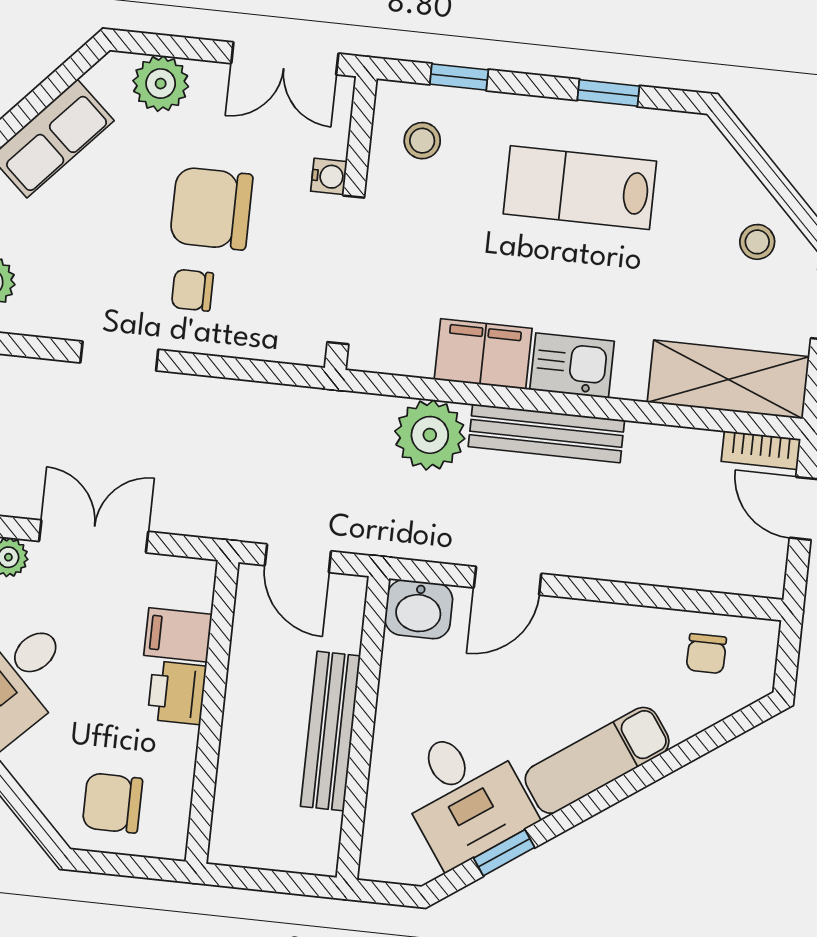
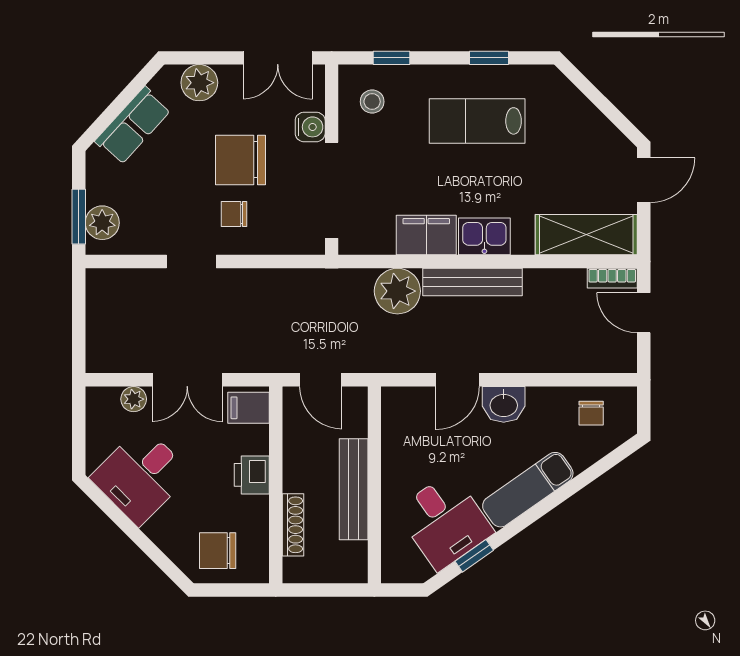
water cooler: (329, 176) -> (310, 127), width x1.38, depth x1.38
stool: (757, 242) -> (595, 144), removed
double door: (94, 536) -> (187, 380), swing flipped
washbasin: (419, 609) -> (504, 404), moved
filing cabinet: (178, 635) -> (249, 408), moved
shoe rack: (232, 776) -> (293, 525), added

